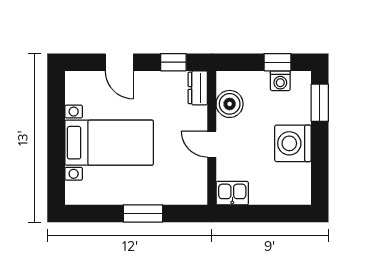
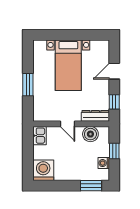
window: (277, 62) -> (114, 151), moved
dresser: (198, 88) -> (95, 116), width x1.44
washing machine: (293, 143) -> (43, 170), moved
door: (212, 144) -> (68, 124), swing flipped

